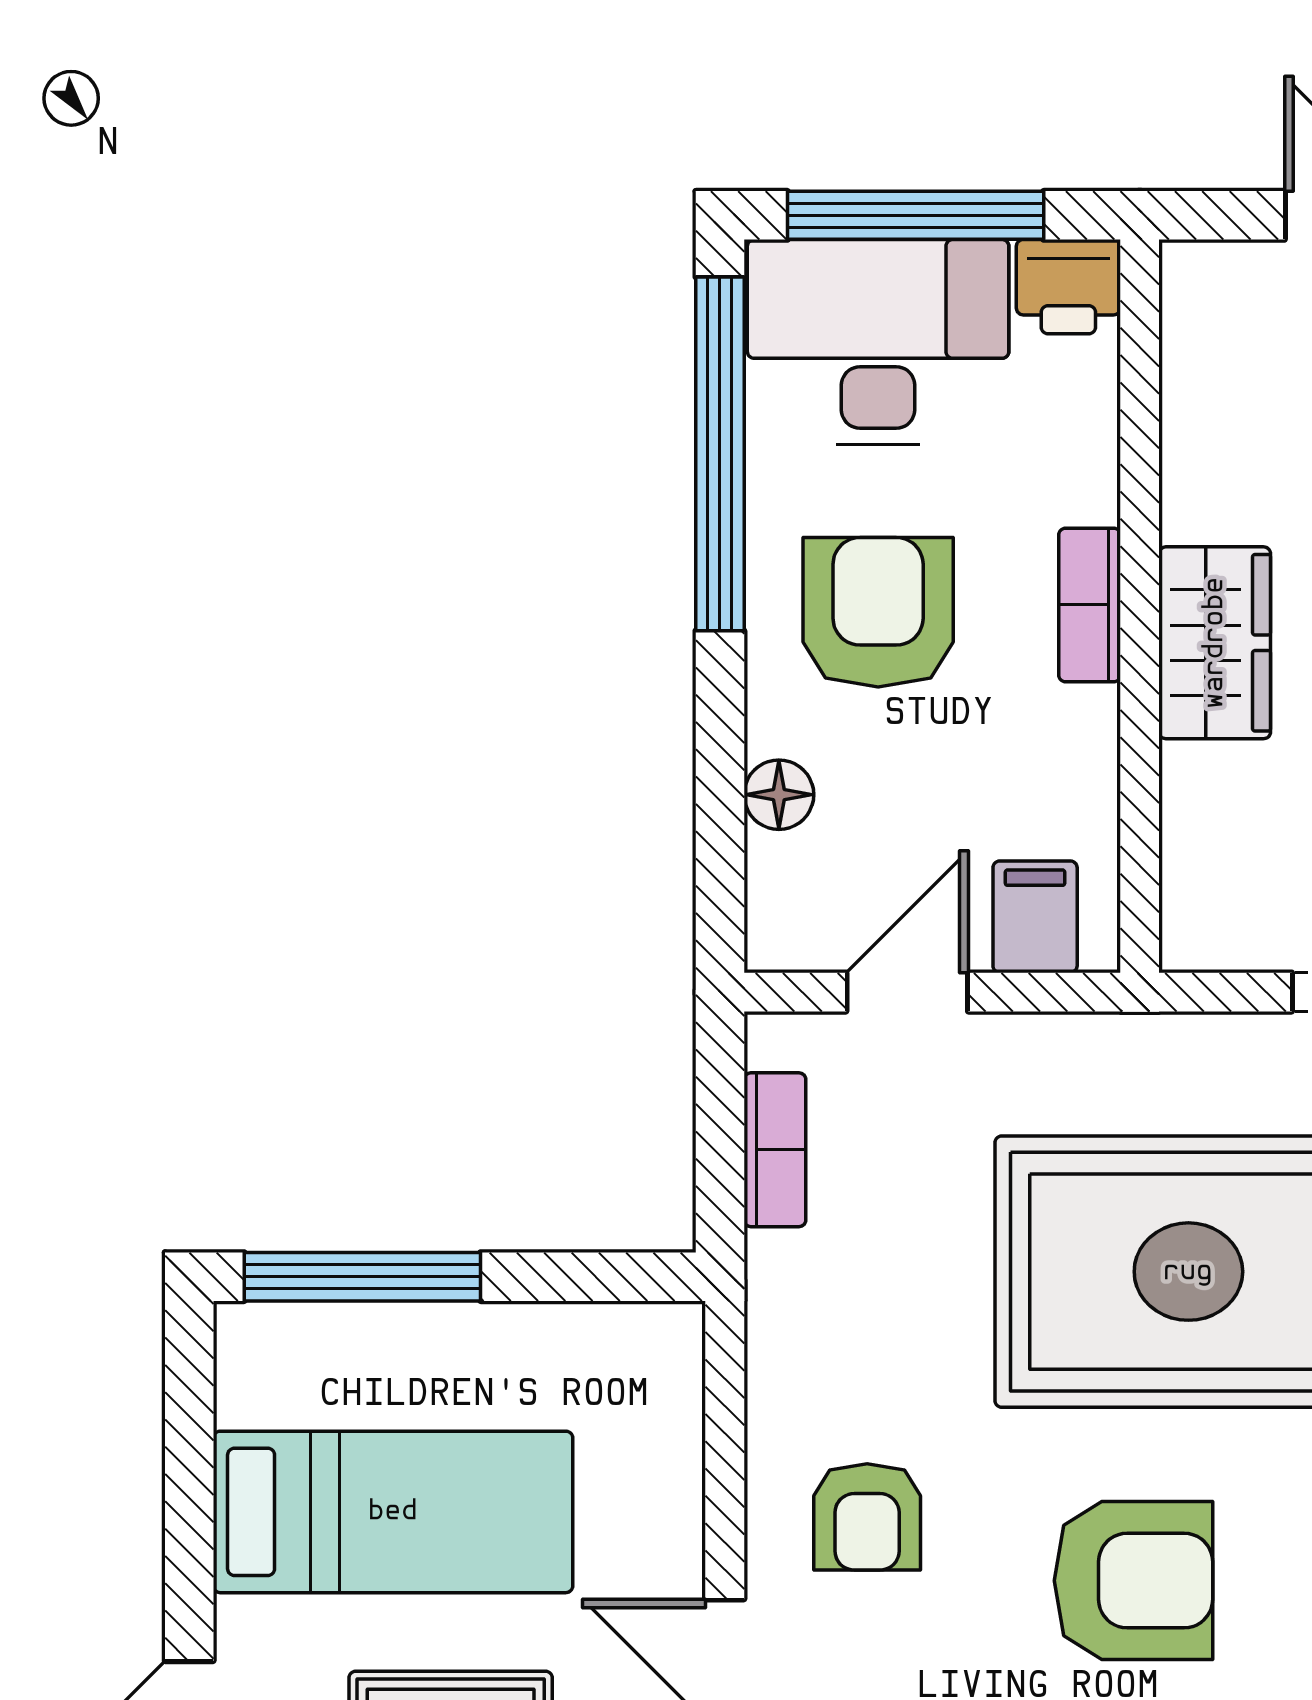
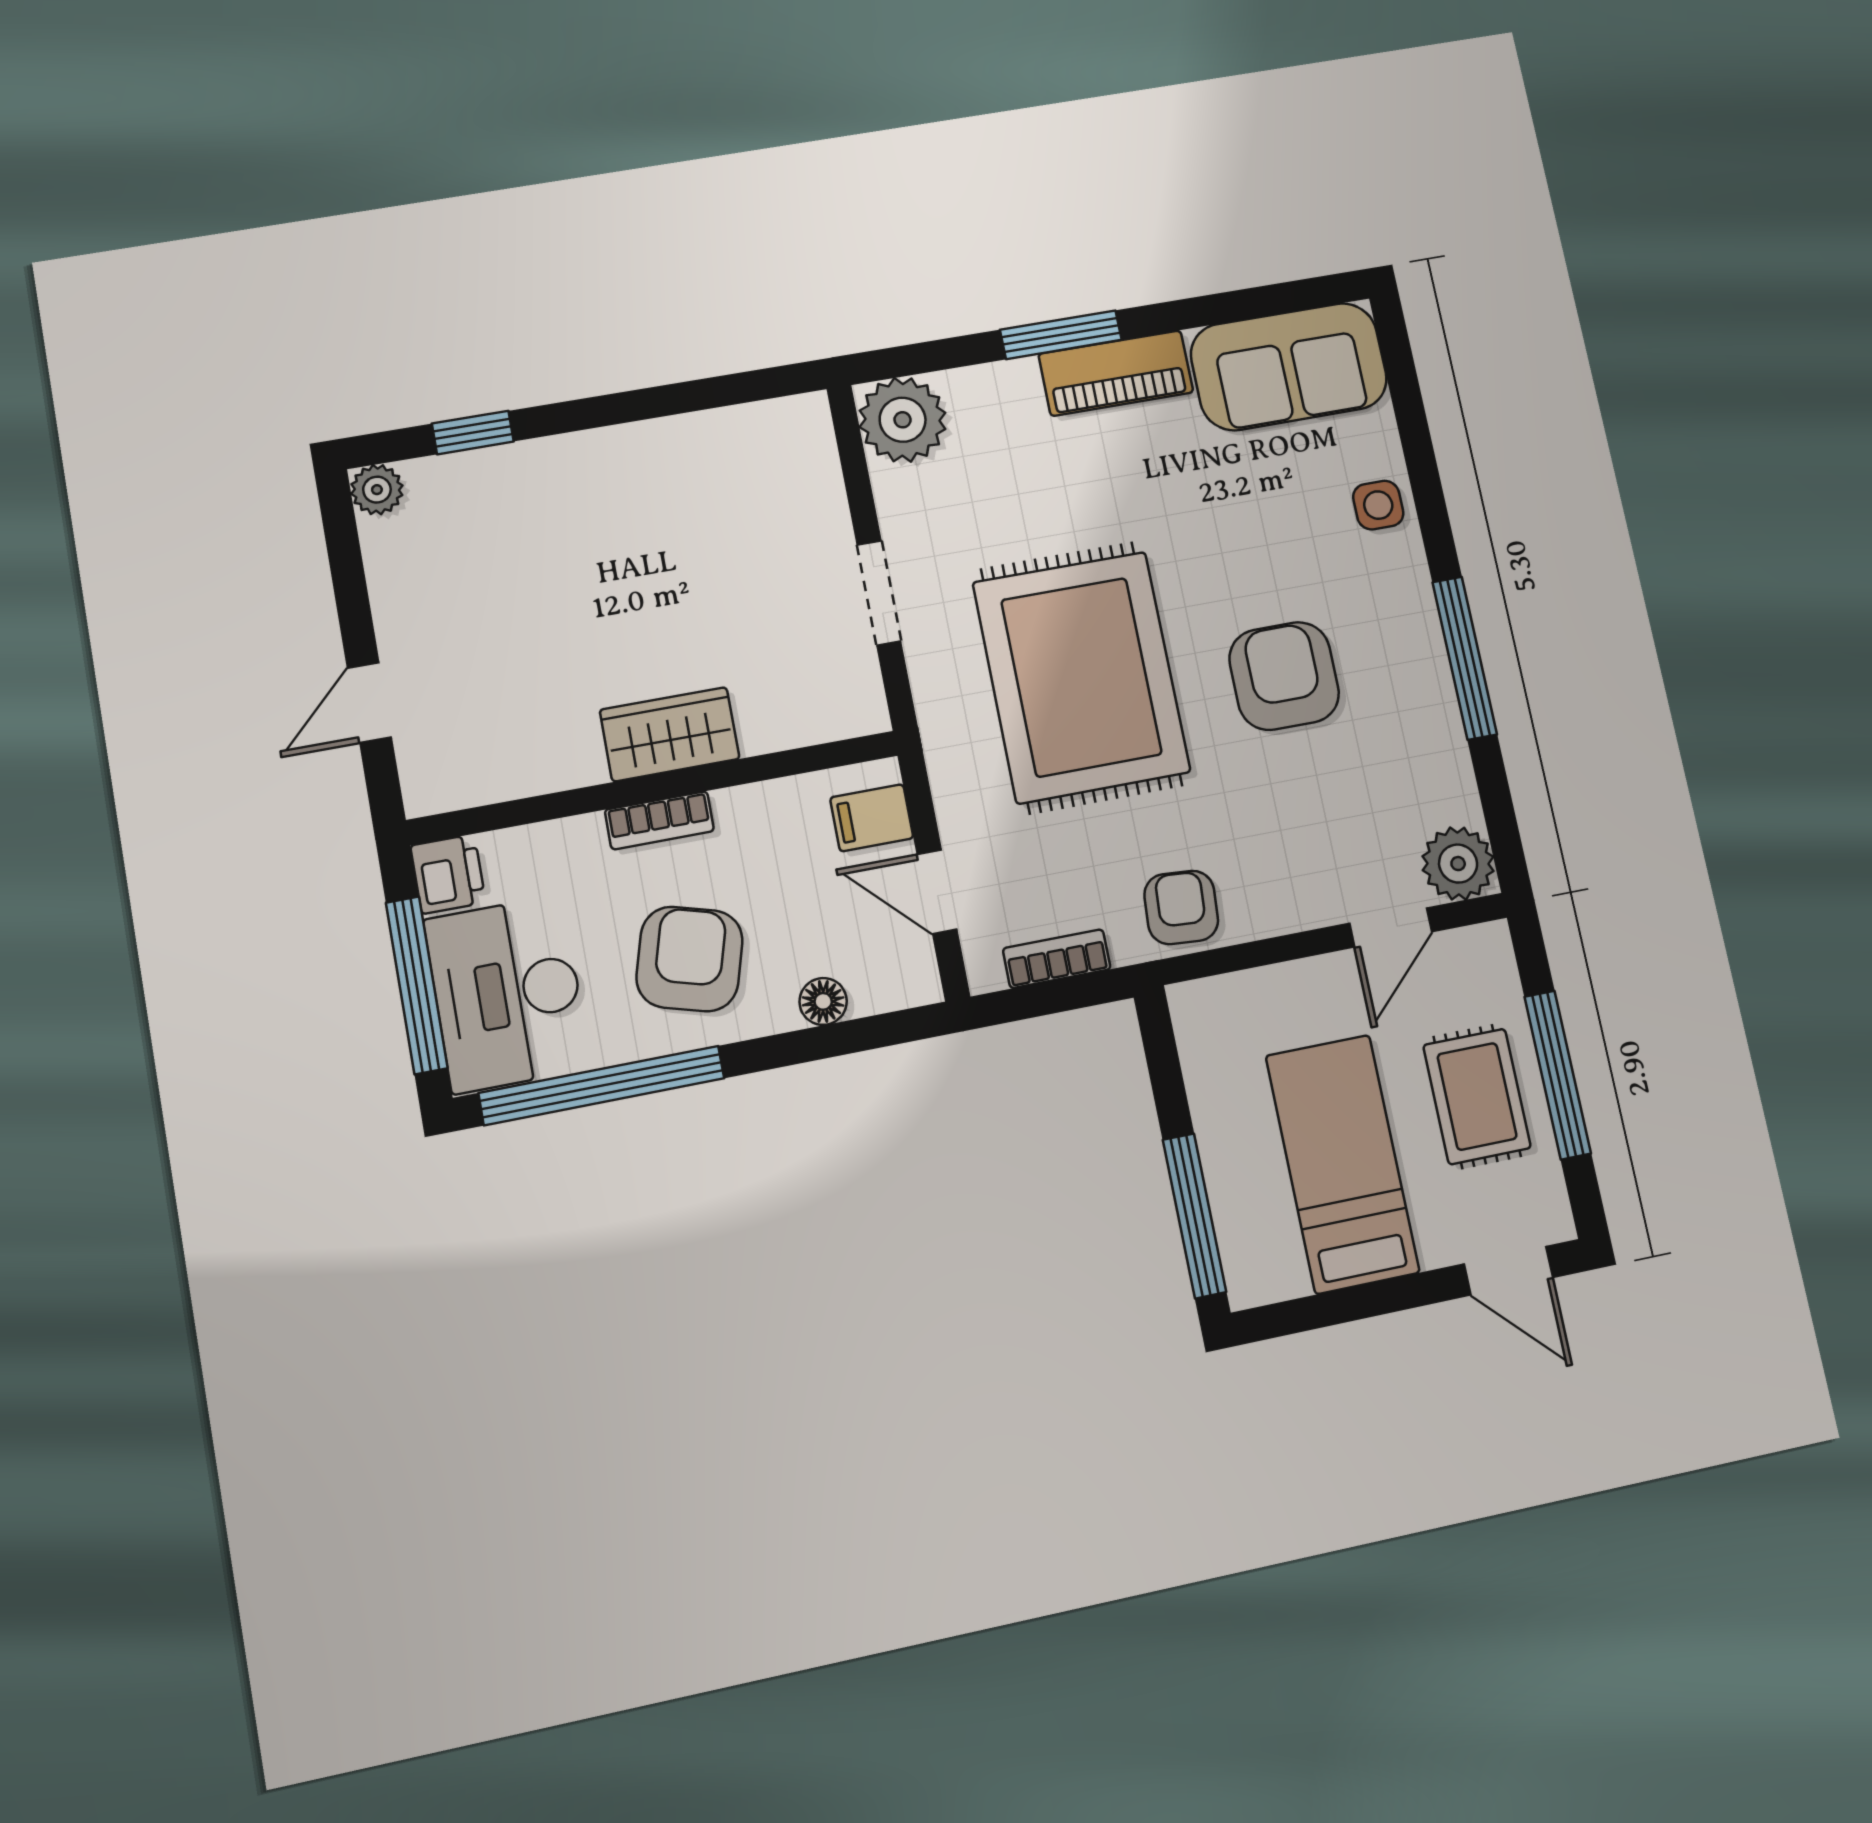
armchair: (878, 612) -> (689, 959), turned 106
armchair: (867, 1517) -> (1181, 907), moved, turned -86

